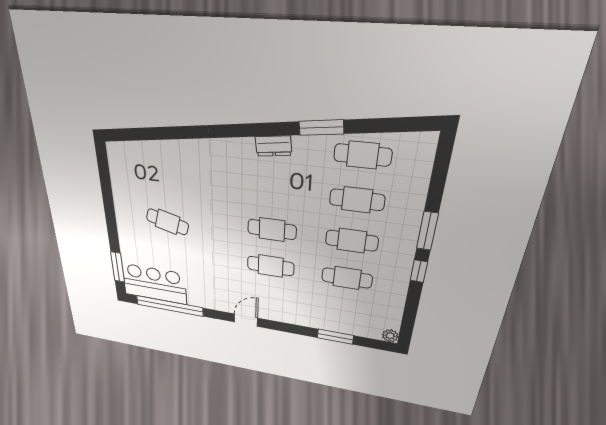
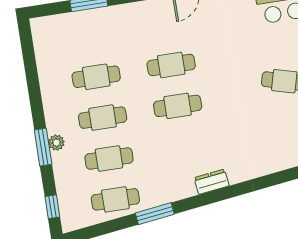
dresser: (273, 146) -> (212, 182), moved
window: (419, 271) -> (52, 207), moved
plant: (390, 336) -> (56, 143), moved

